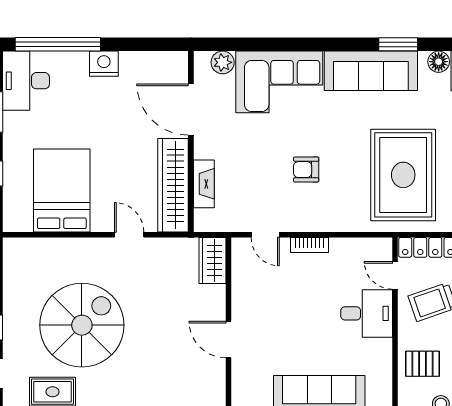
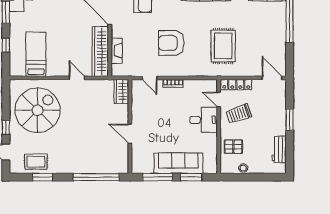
armchair: (306, 170) -> (171, 43), width x1.88, depth x1.88
rug: (403, 175) -> (223, 46), width x0.73, depth x0.69
bed: (62, 190) -> (36, 54), width x0.67
spiral stairs: (82, 325) -> (38, 110), moved

